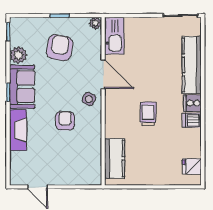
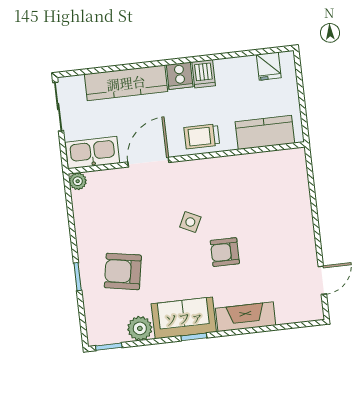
plant: (95, 23) -> (78, 181), moved
kitchen sink: (114, 36) -> (92, 153), moved
door: (103, 74) -> (148, 162), moved
wall: (103, 101) -> (186, 158), moved
kitchen counter: (115, 158) -> (265, 132), moved

